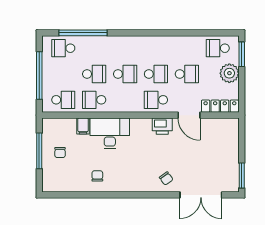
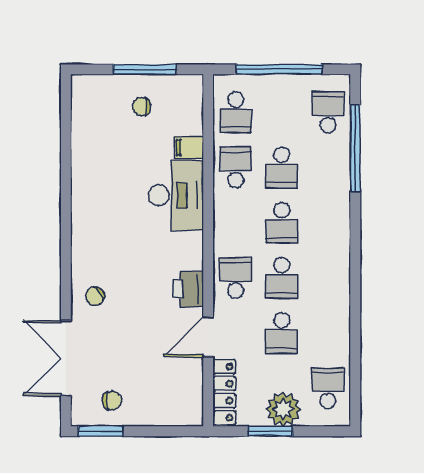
window: (242, 54) -> (270, 431), moved
chair: (97, 176) -> (112, 401), moved

